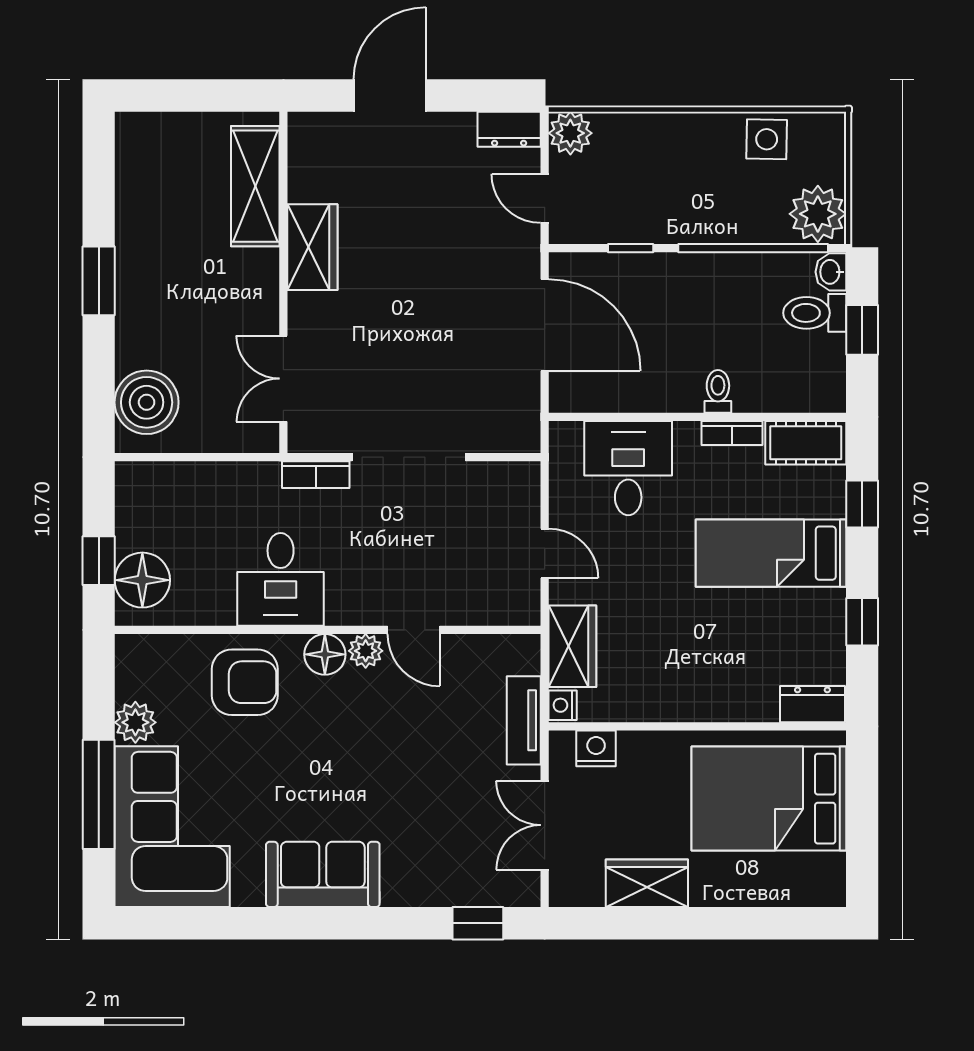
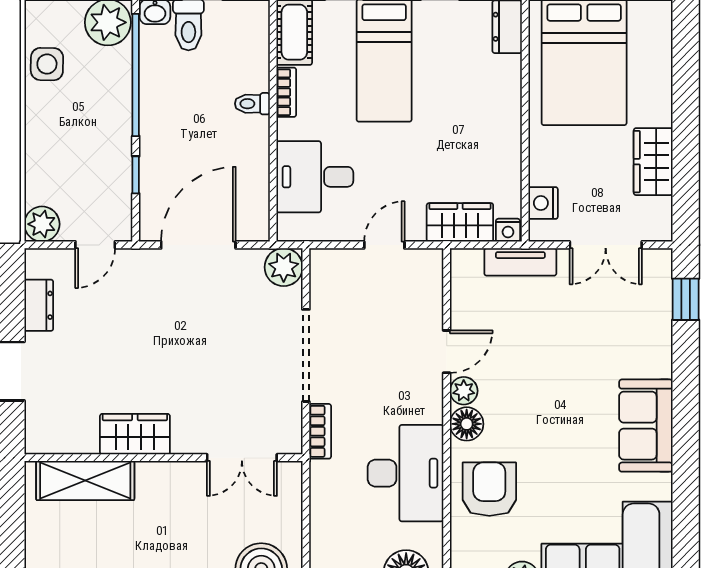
dresser: (509, 129) -> (39, 305), moved
plant: (517, 430) -> (284, 267), added
desk: (281, 579) -> (405, 473), width x1.37

